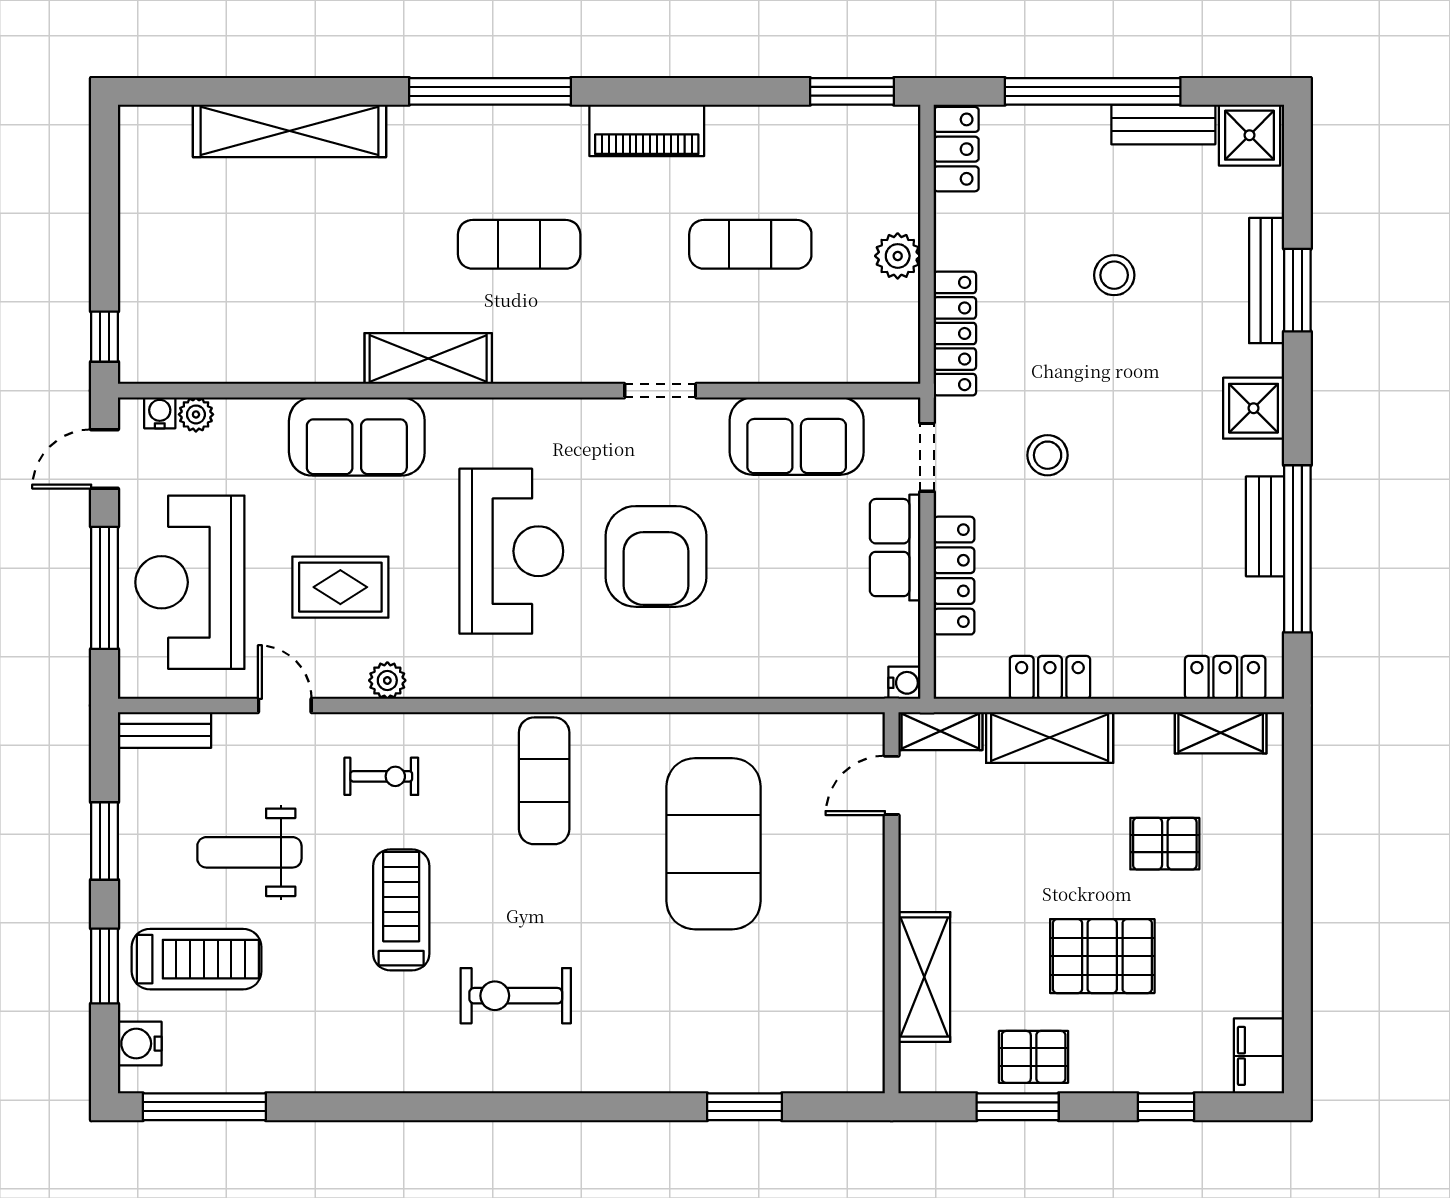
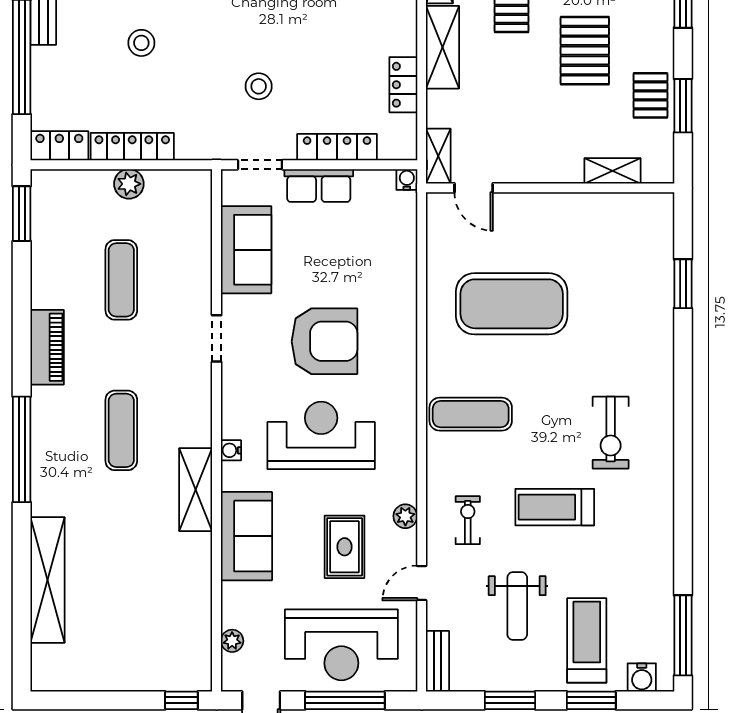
locker: (955, 333) -> (132, 147), moved
water cooler: (160, 413) -> (231, 450), moved
shelving: (1050, 738) -> (442, 47), moved
shelving: (924, 977) -> (613, 171), width x0.67, depth x0.75

